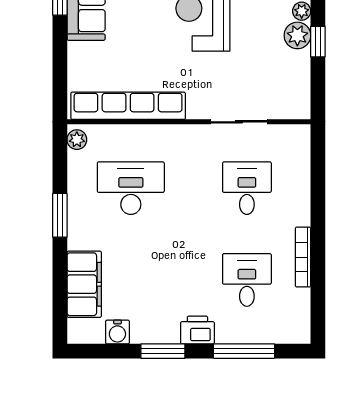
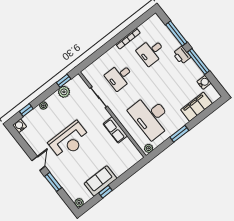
plant: (297, 35) -> (64, 92), moved
window: (318, 42) -> (64, 81), moved
row of seats: (128, 106) -> (115, 130), width x0.50
desk: (131, 188) -> (151, 117), width x1.36, depth x1.30
window: (163, 351) -> (198, 61), width x1.44

